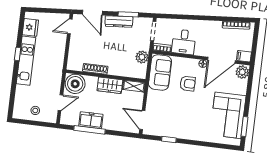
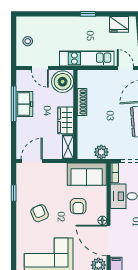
kitchen unit: (26, 61) -> (87, 58), moved, turned 180
armchair: (190, 119) -> (40, 213), added

